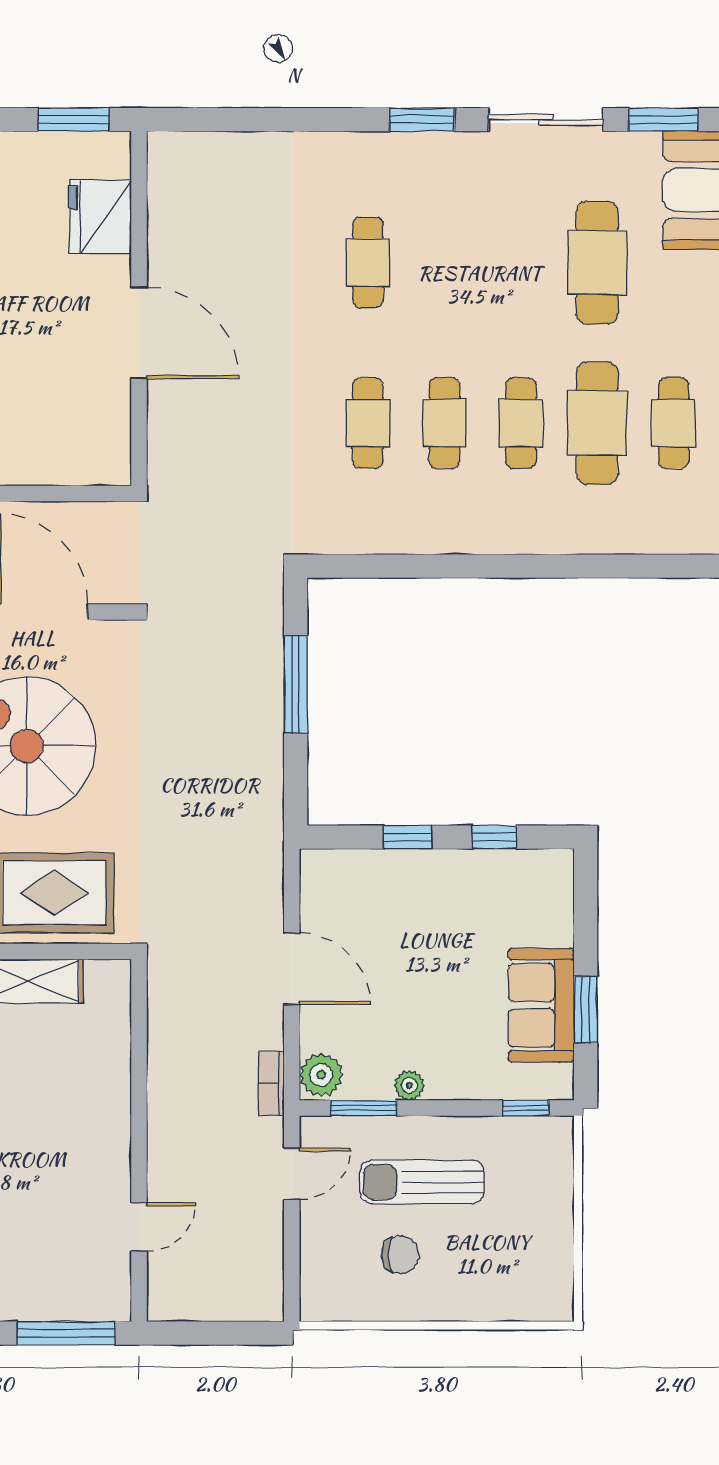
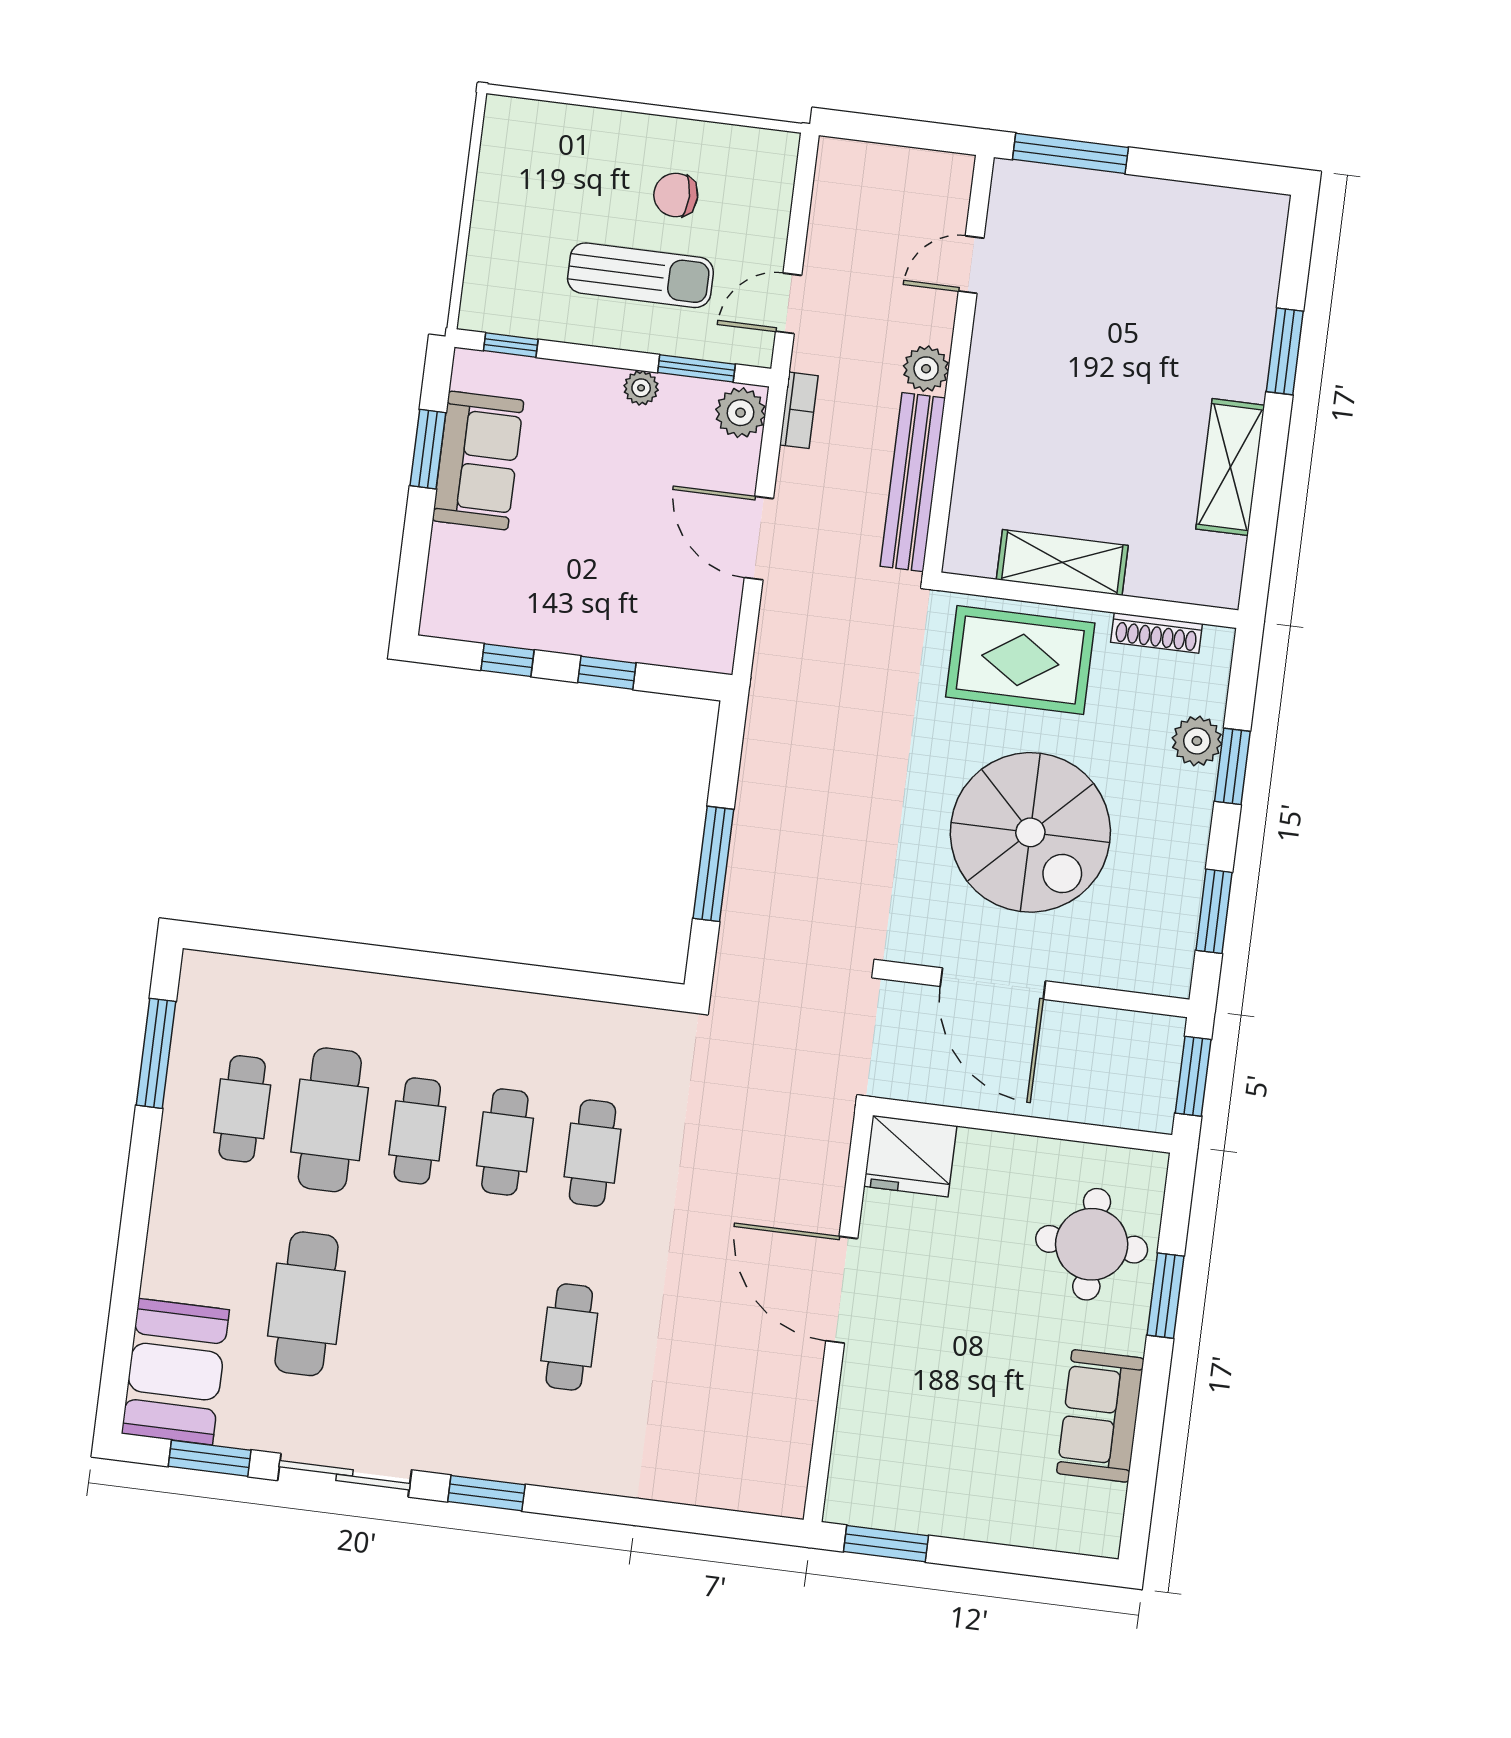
fridge: (100, 217) -> (910, 1156), moved, turned 90
bench: (166, 1034) -> (913, 482), added
plant: (167, 1133) -> (926, 369), added

